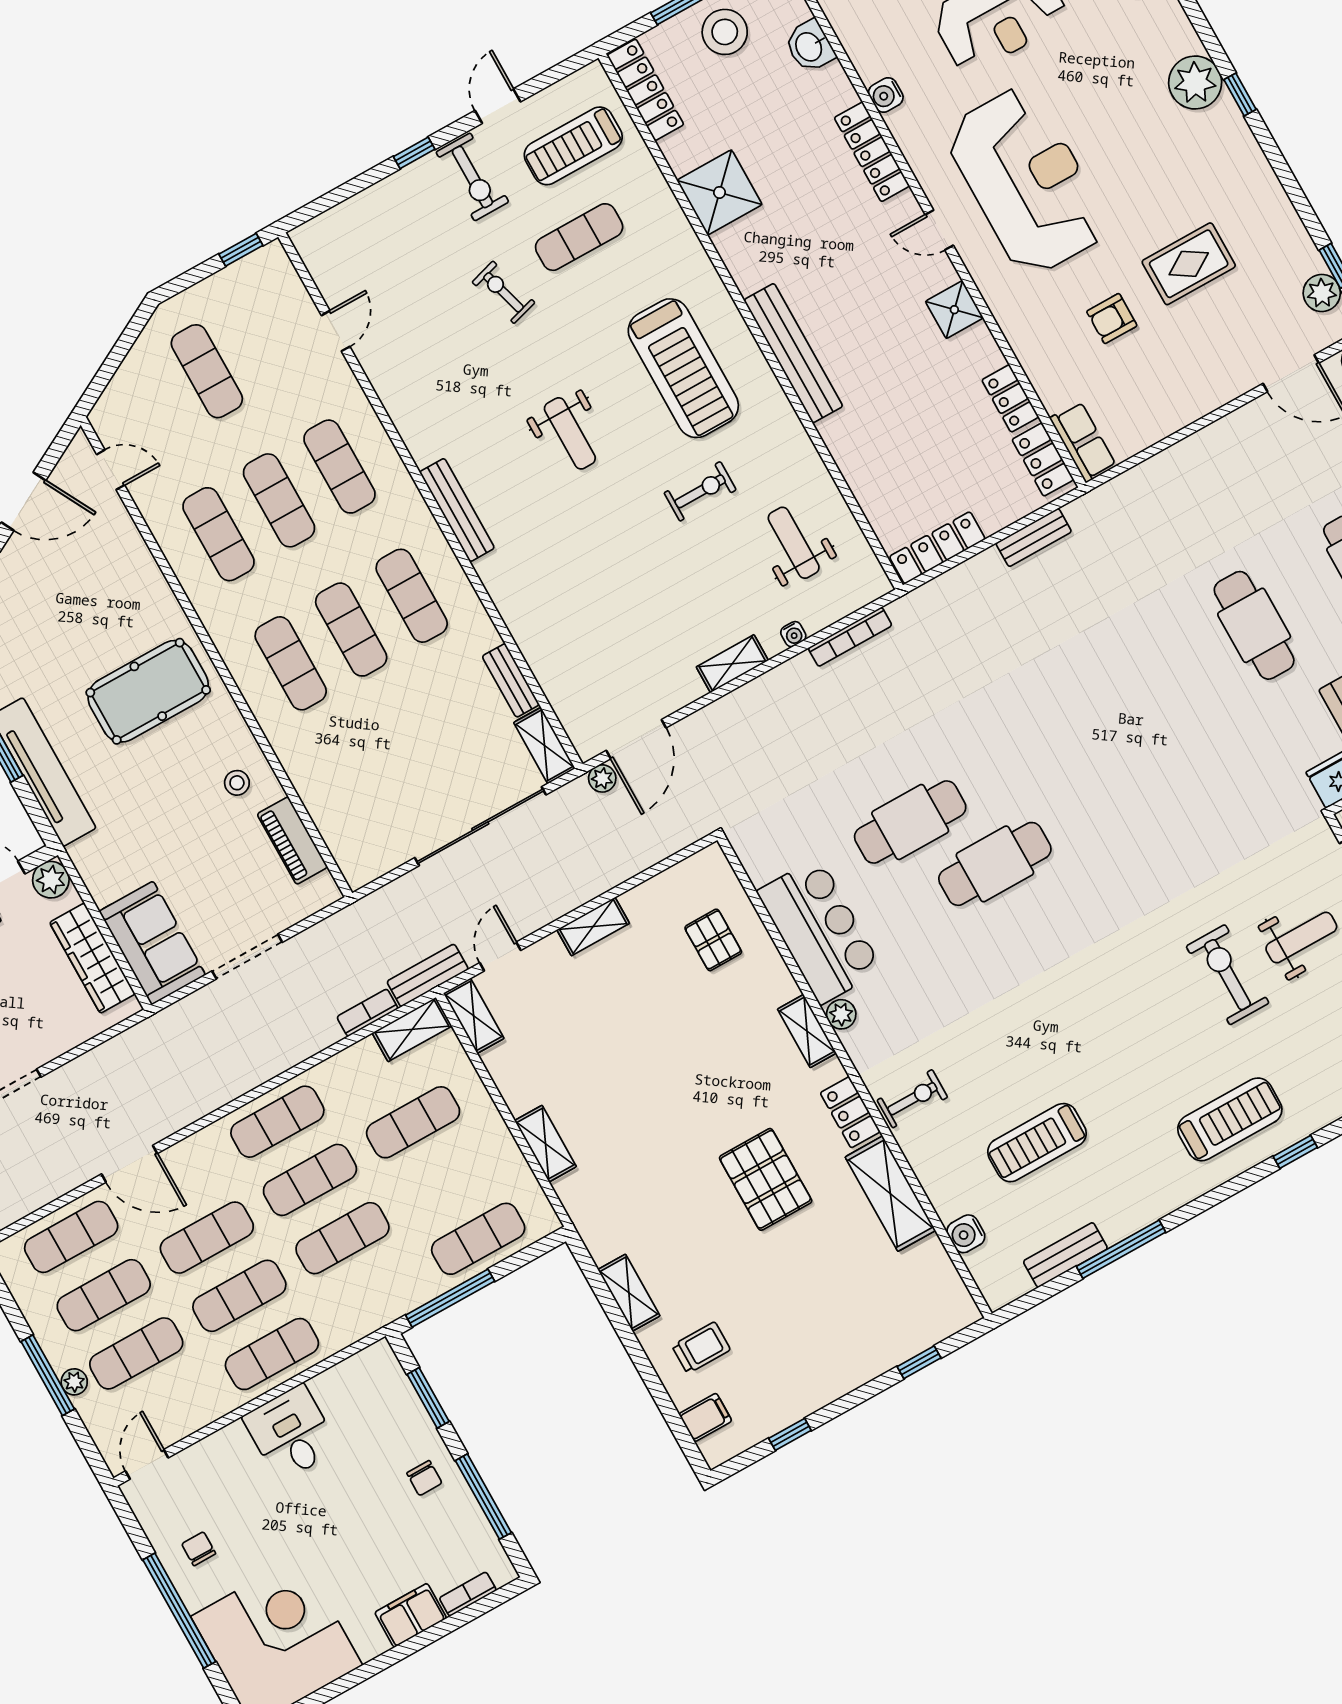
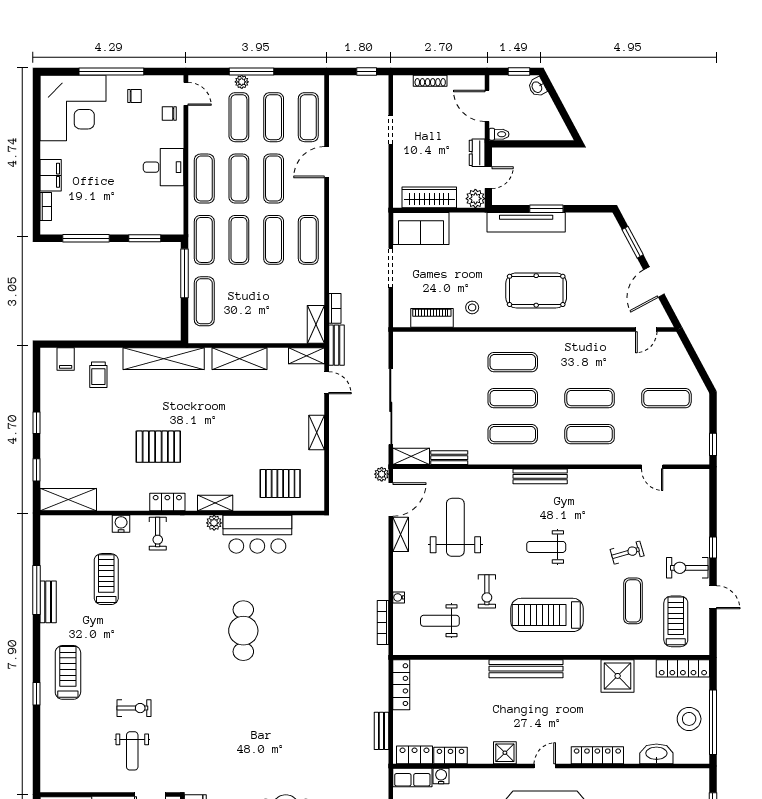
washbasin: (810, 46) -> (656, 754), width x1.38
water cooler: (886, 95) -> (441, 776), moved
exercise mat: (218, 534) -> (590, 362), removed
weight bench: (794, 543) -> (440, 621), turned 180
weight bench: (622, 605) -> (455, 527), added
shelving: (732, 664) -> (401, 534), moved
pool table: (148, 691) -> (536, 290), turned 90
door: (636, 739) -> (391, 499), swing flipped
cafe table: (910, 822) -> (284, 603), removed
pallet: (713, 940) -> (280, 484), width x1.50, depth x1.42
exercise bike: (1227, 975) -> (134, 708), width x0.73, depth x0.72
treadmill: (1230, 1119) -> (68, 672), turned 180
exercise mat: (413, 1122) -> (204, 240), moved
shelving: (545, 1144) -> (239, 359), width x1.50, depth x1.33
shelving: (890, 1194) -> (68, 500), moved
water cooler: (966, 1234) -> (121, 524), moved
bench: (1065, 1255) -> (48, 602), moved
shelving: (629, 1293) -> (164, 359), width x2.20, depth x1.33
window: (790, 1434) -> (37, 423), moved
chair: (424, 1478) -> (169, 113), moved

